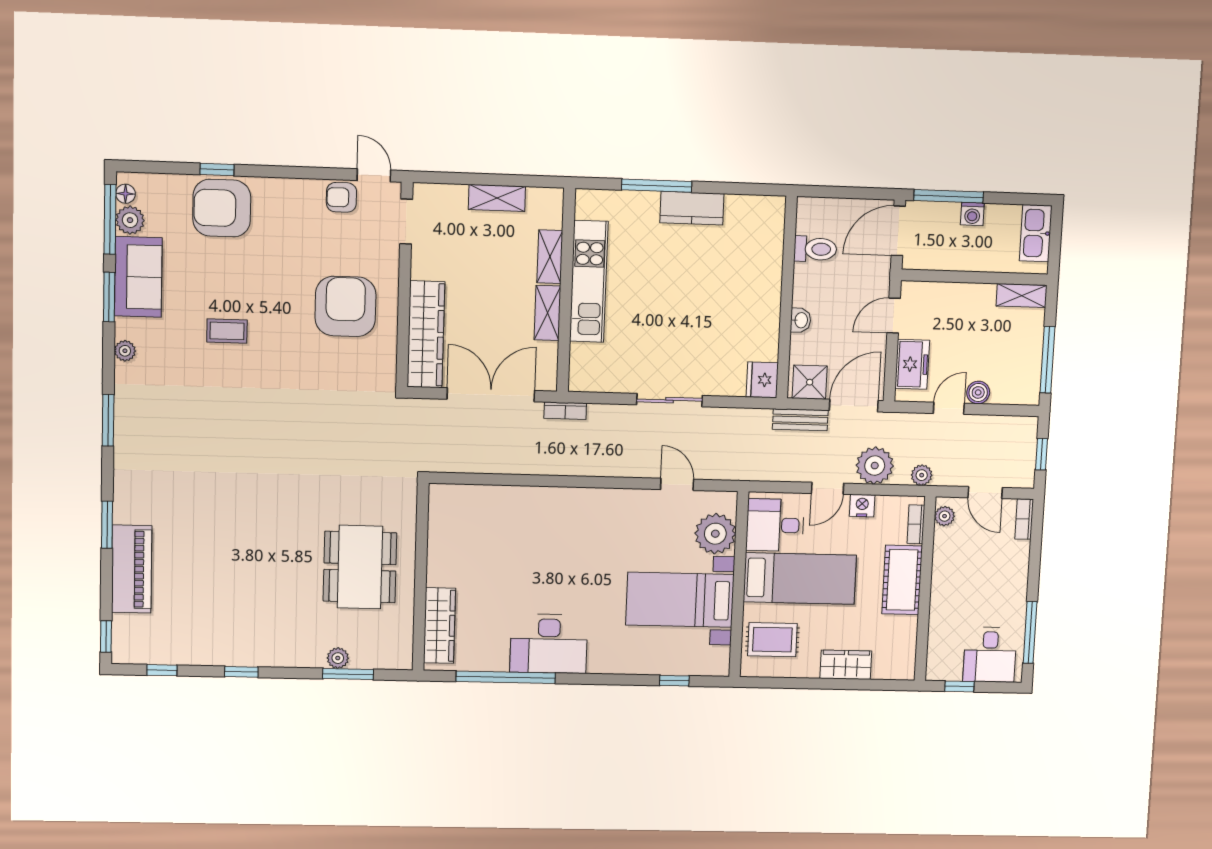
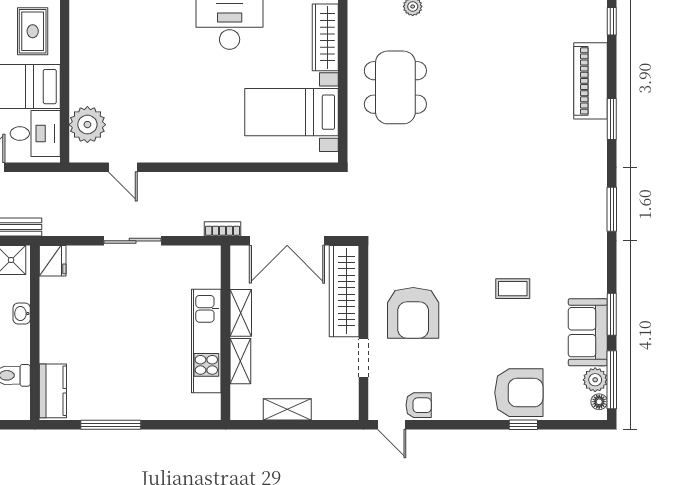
window: (657, 186) -> (111, 425), moved
kitchen counter: (692, 208) -> (53, 391), moved, turned 90
doorway: (406, 222) -> (364, 358), moved
plant: (125, 351) -> (598, 269), removed
bed with nightstands: (680, 600) -> (292, 112), moved, turned 180
rug: (772, 640) -> (33, 31), turned 90

